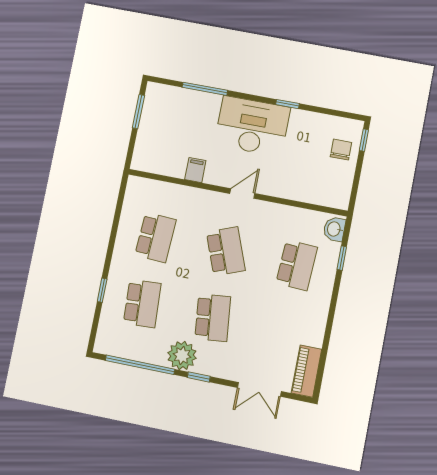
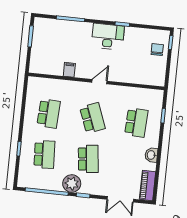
desk: (252, 126) -> (108, 37), width x0.73, depth x0.77
washbasin: (334, 229) -> (151, 155), moved

